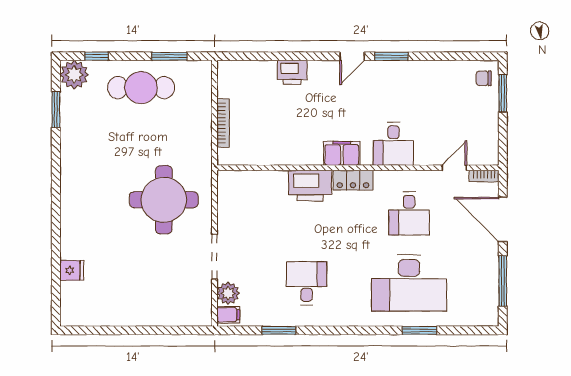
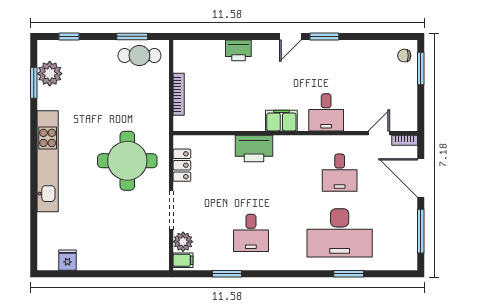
plant: (74, 75) -> (50, 74), moved
cafe table: (141, 88) -> (139, 56), moved, width x0.73, depth x0.74
locker: (353, 180) -> (182, 165), moved, turned -90
kitchen unit: (72, 200) -> (48, 161), added
fridge: (72, 270) -> (68, 260), moved, turned -90
desk: (307, 283) -> (251, 233), turned 180

